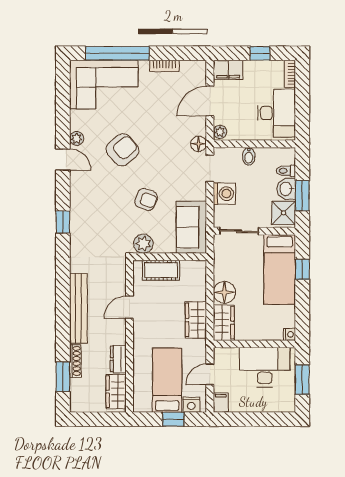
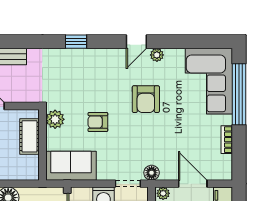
armchair: (122, 150) -> (146, 99), turned 40
armchair: (146, 199) -> (98, 122), turned 70

